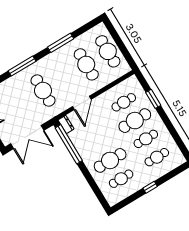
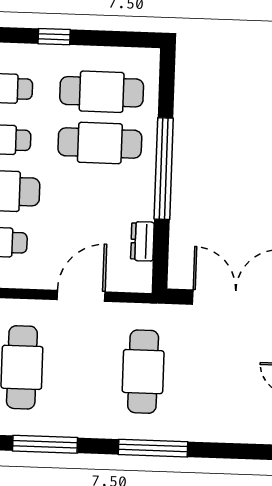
dresser: (66, 124) -> (142, 241), moved
window: (69, 144) -> (164, 169), moved
cafe table: (121, 179) -> (102, 92), width x1.37, depth x1.35

